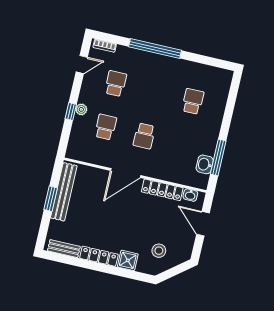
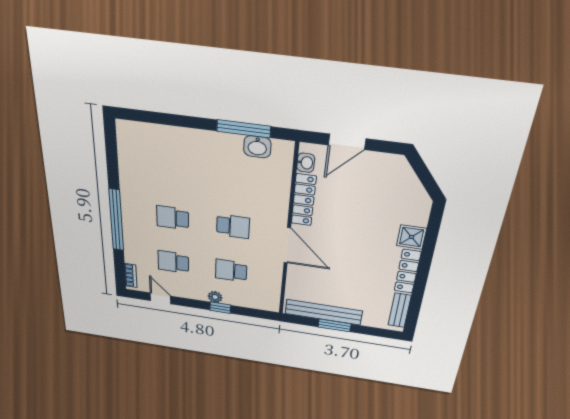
school desk: (193, 101) -> (173, 218), moved
stool: (159, 251) -> (394, 199), removed

